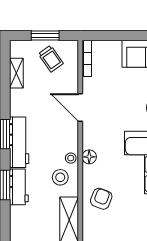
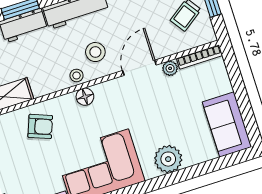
plant: (88, 84) -> (170, 68), added
stool: (60, 177) -> (95, 52), moved

